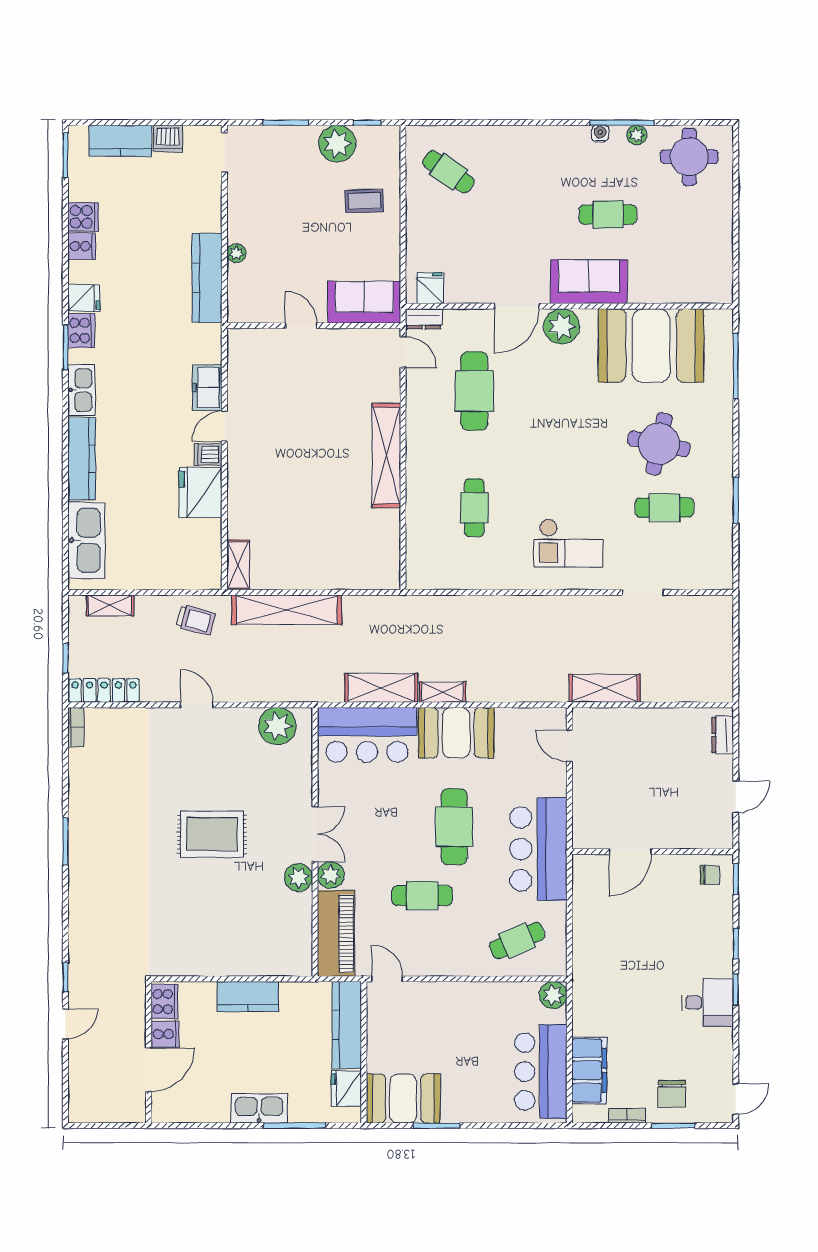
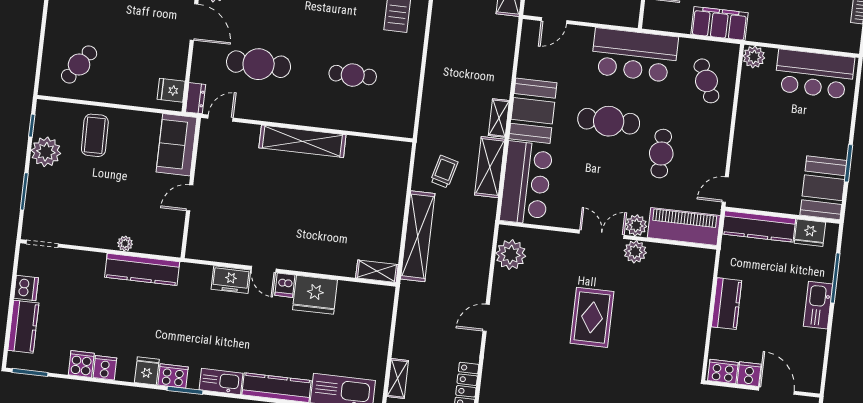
coffee table: (364, 201) -> (95, 135), width x1.36, depth x1.30
trolley: (196, 620) -> (444, 172), moved
filing cabinet: (589, 1070) -> (719, 23), moved

